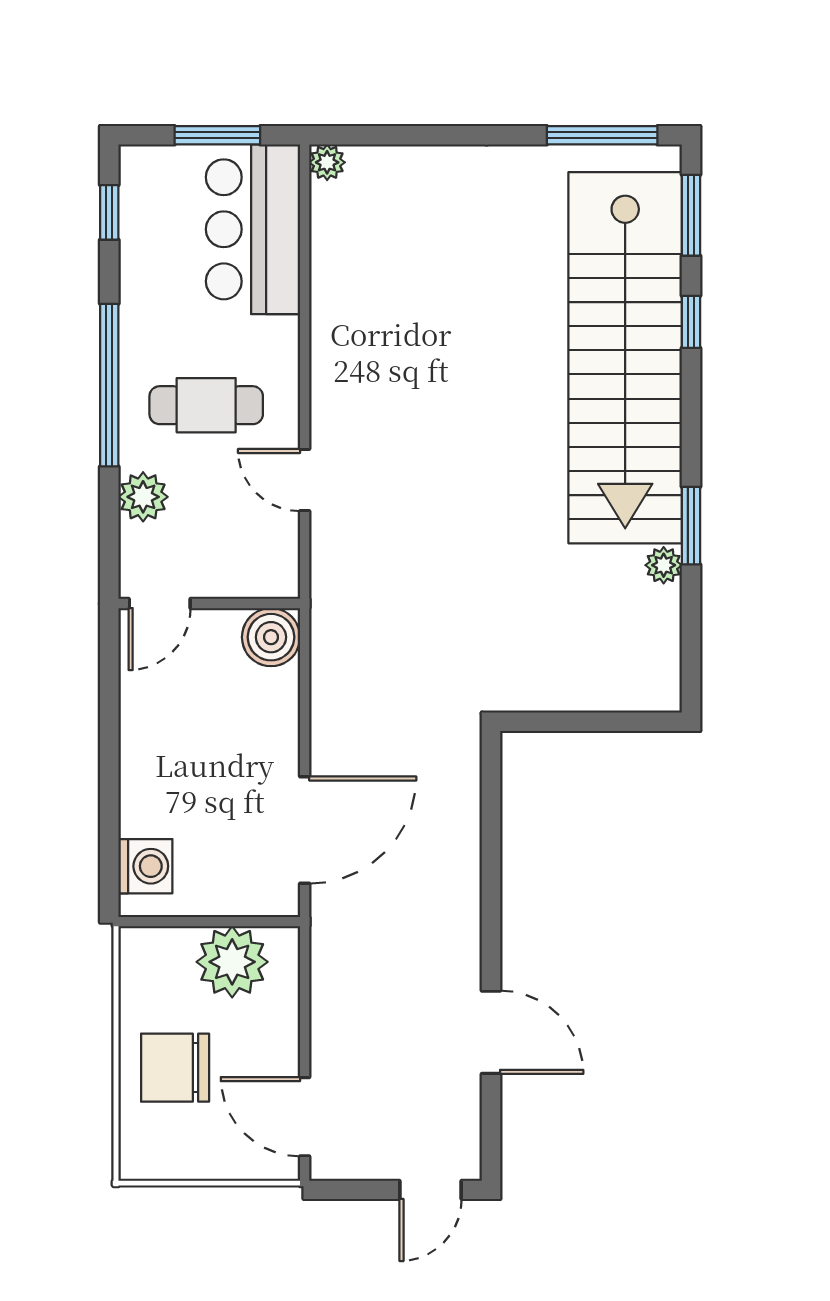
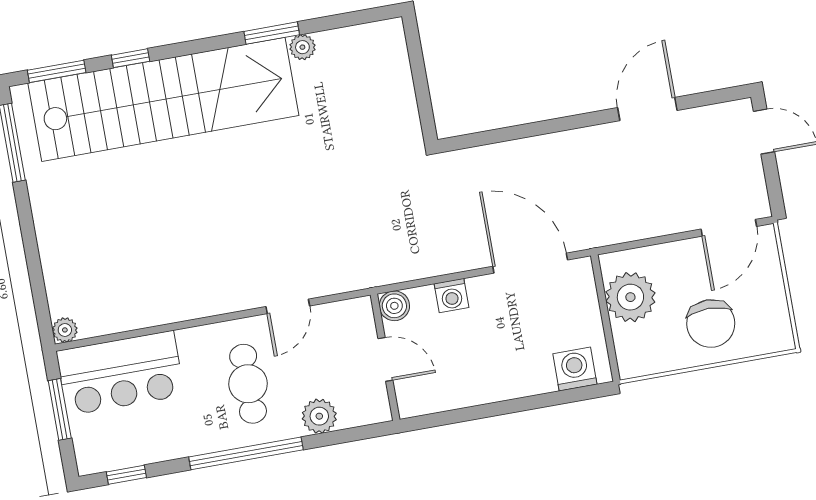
door: (160, 603) -> (385, 359), moved
boiler: (271, 637) -> (394, 306), width x0.73, depth x0.73
washing machine: (279, 712) -> (451, 296), added

